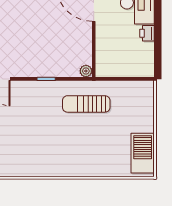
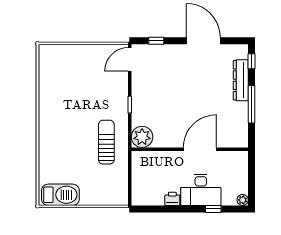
plant: (86, 71) -> (142, 137), width x1.88, depth x1.88

